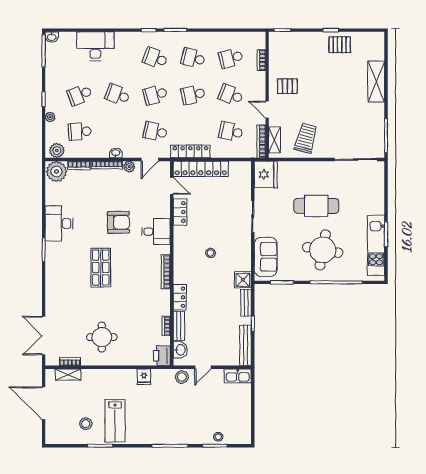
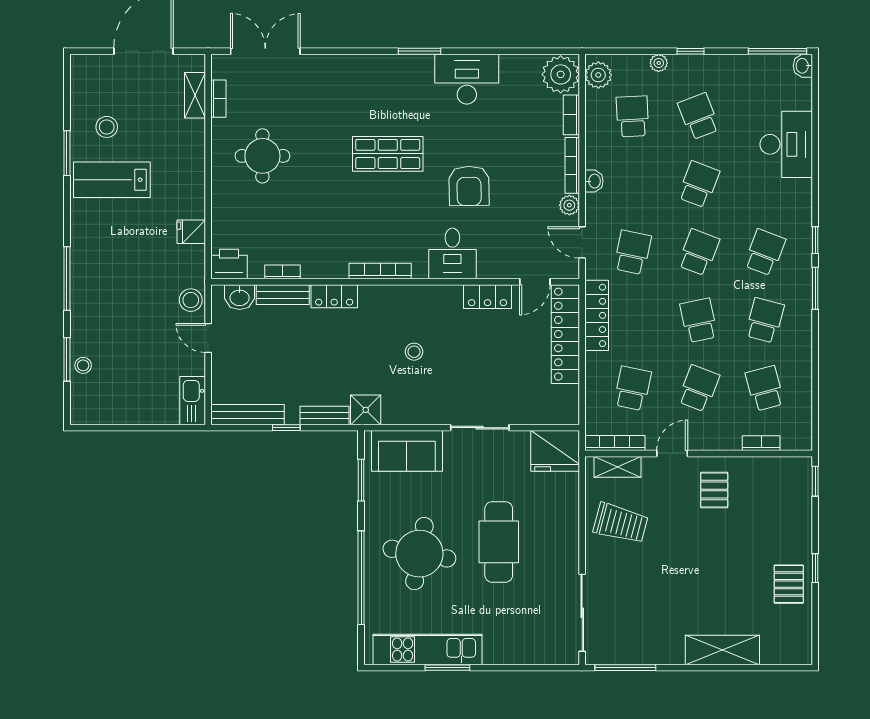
school desk: (155, 95) -> (699, 252), turned 36

